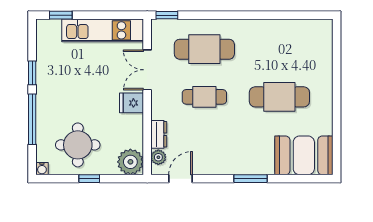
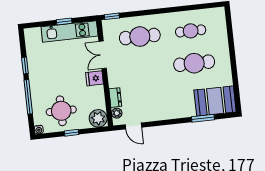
window: (61, 15) -> (64, 22), moved
cafe table: (204, 97) -> (191, 31), moved
door: (181, 179) -> (133, 126), swing flipped
window: (251, 179) -> (203, 118), moved

